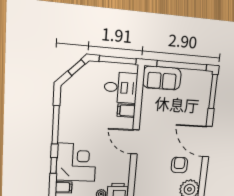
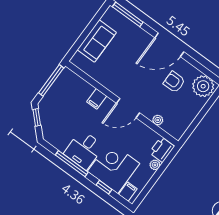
window: (182, 66) -> (89, 29), removed
sofa: (162, 78) -> (97, 41), moved
desk: (121, 88) -> (84, 150), moved, turned 180
plant: (140, 172) -> (158, 120), added

